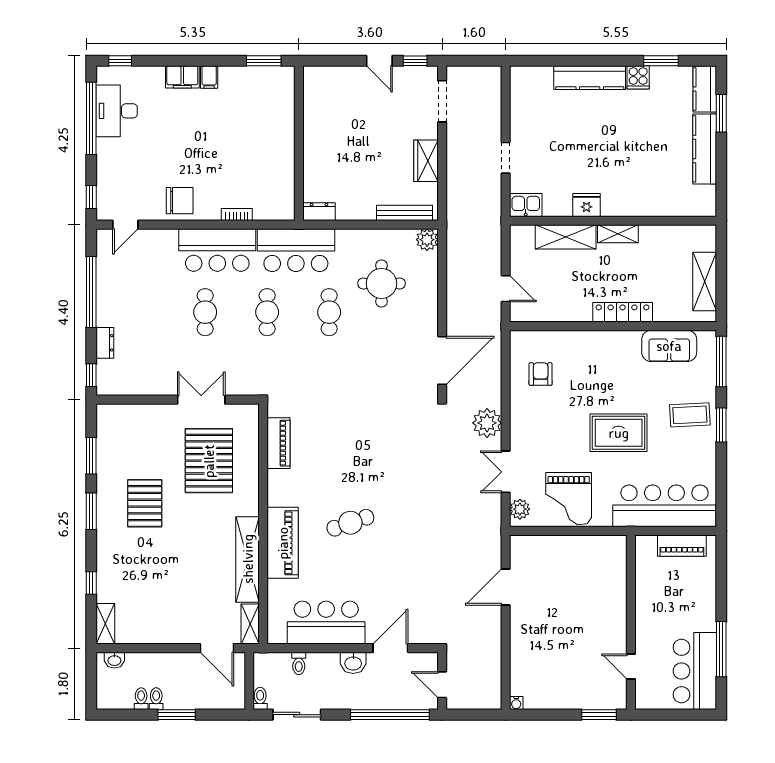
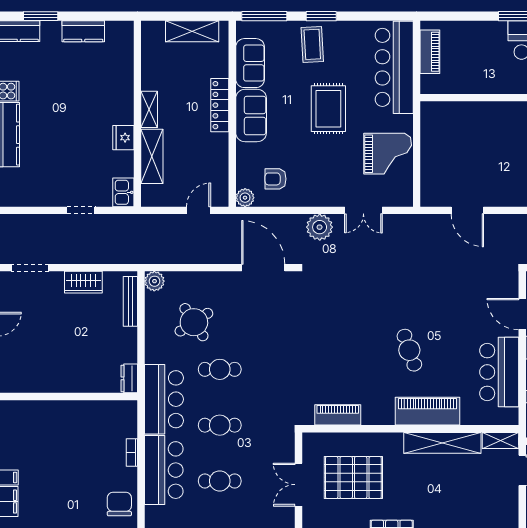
kitchen counter: (705, 149) -> (83, 31), width x0.67
round table: (381, 283) -> (194, 322), turned -33
sofa: (611, 347) -> (251, 116), added
plant: (520, 509) -> (245, 198), moved

